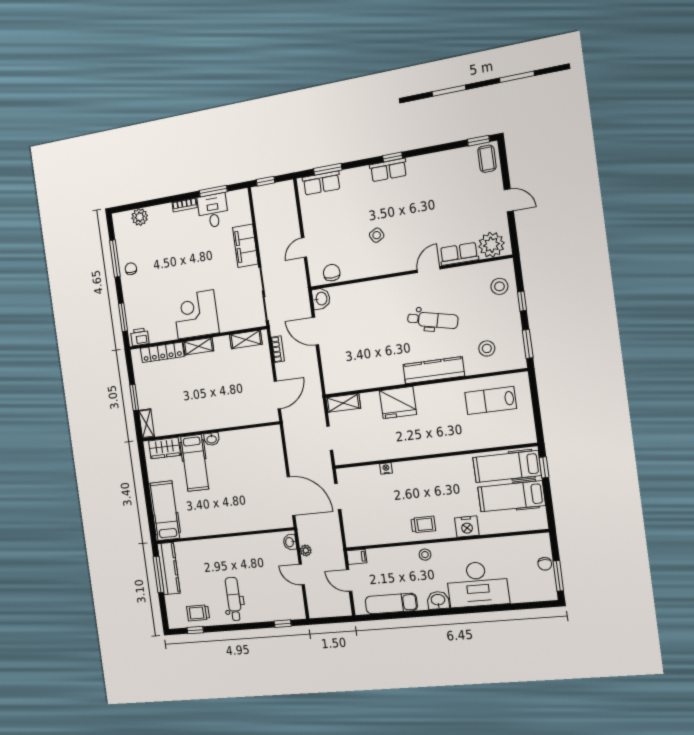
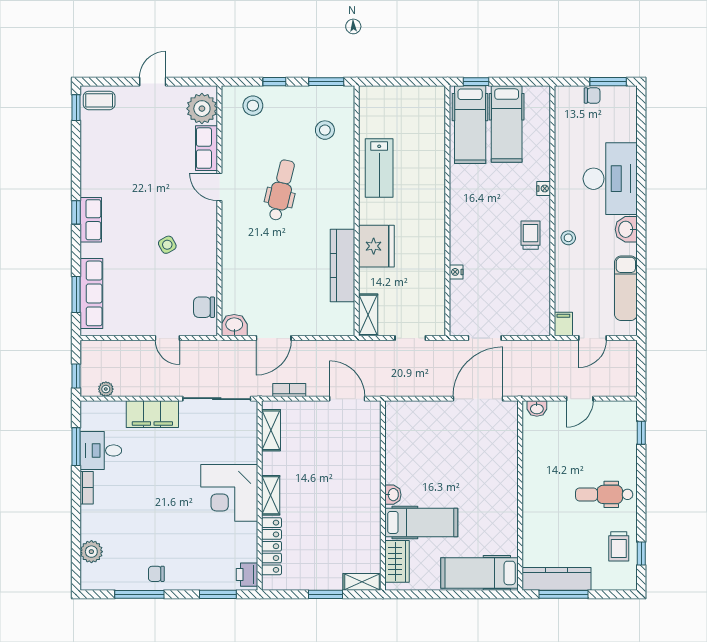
row of seats: (321, 183) -> (91, 293), width x1.48
kitchen counter: (434, 370) -> (342, 266), moved
lab bench: (491, 400) -> (379, 168), moved
nightstand: (467, 527) -> (544, 188), width x0.53, depth x0.56
plant: (306, 550) -> (106, 389), moved

